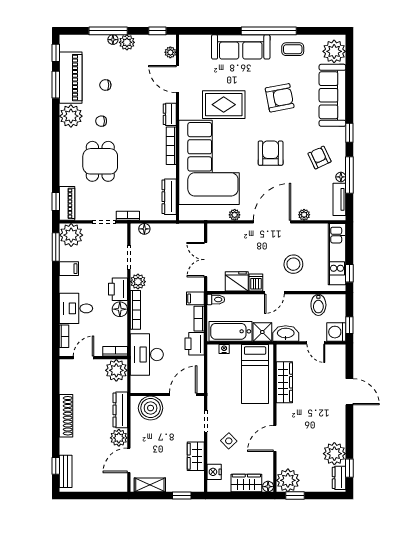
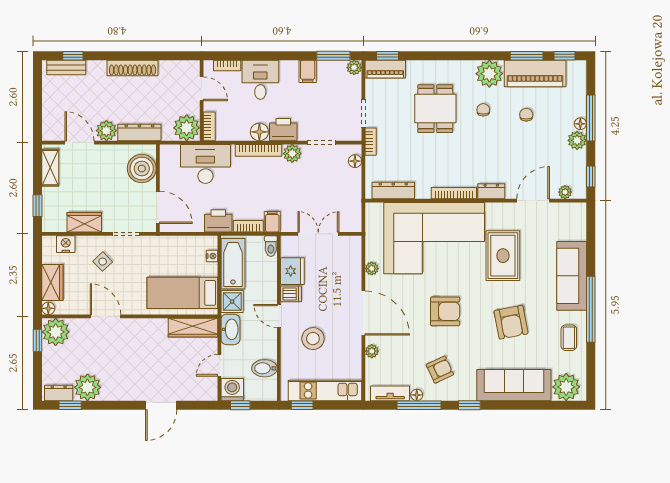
dining table: (100, 161) -> (435, 109), turned 90
plant: (71, 235) -> (354, 68), width x0.53, depth x0.53
wardrobe: (284, 382) -> (193, 328), moved

